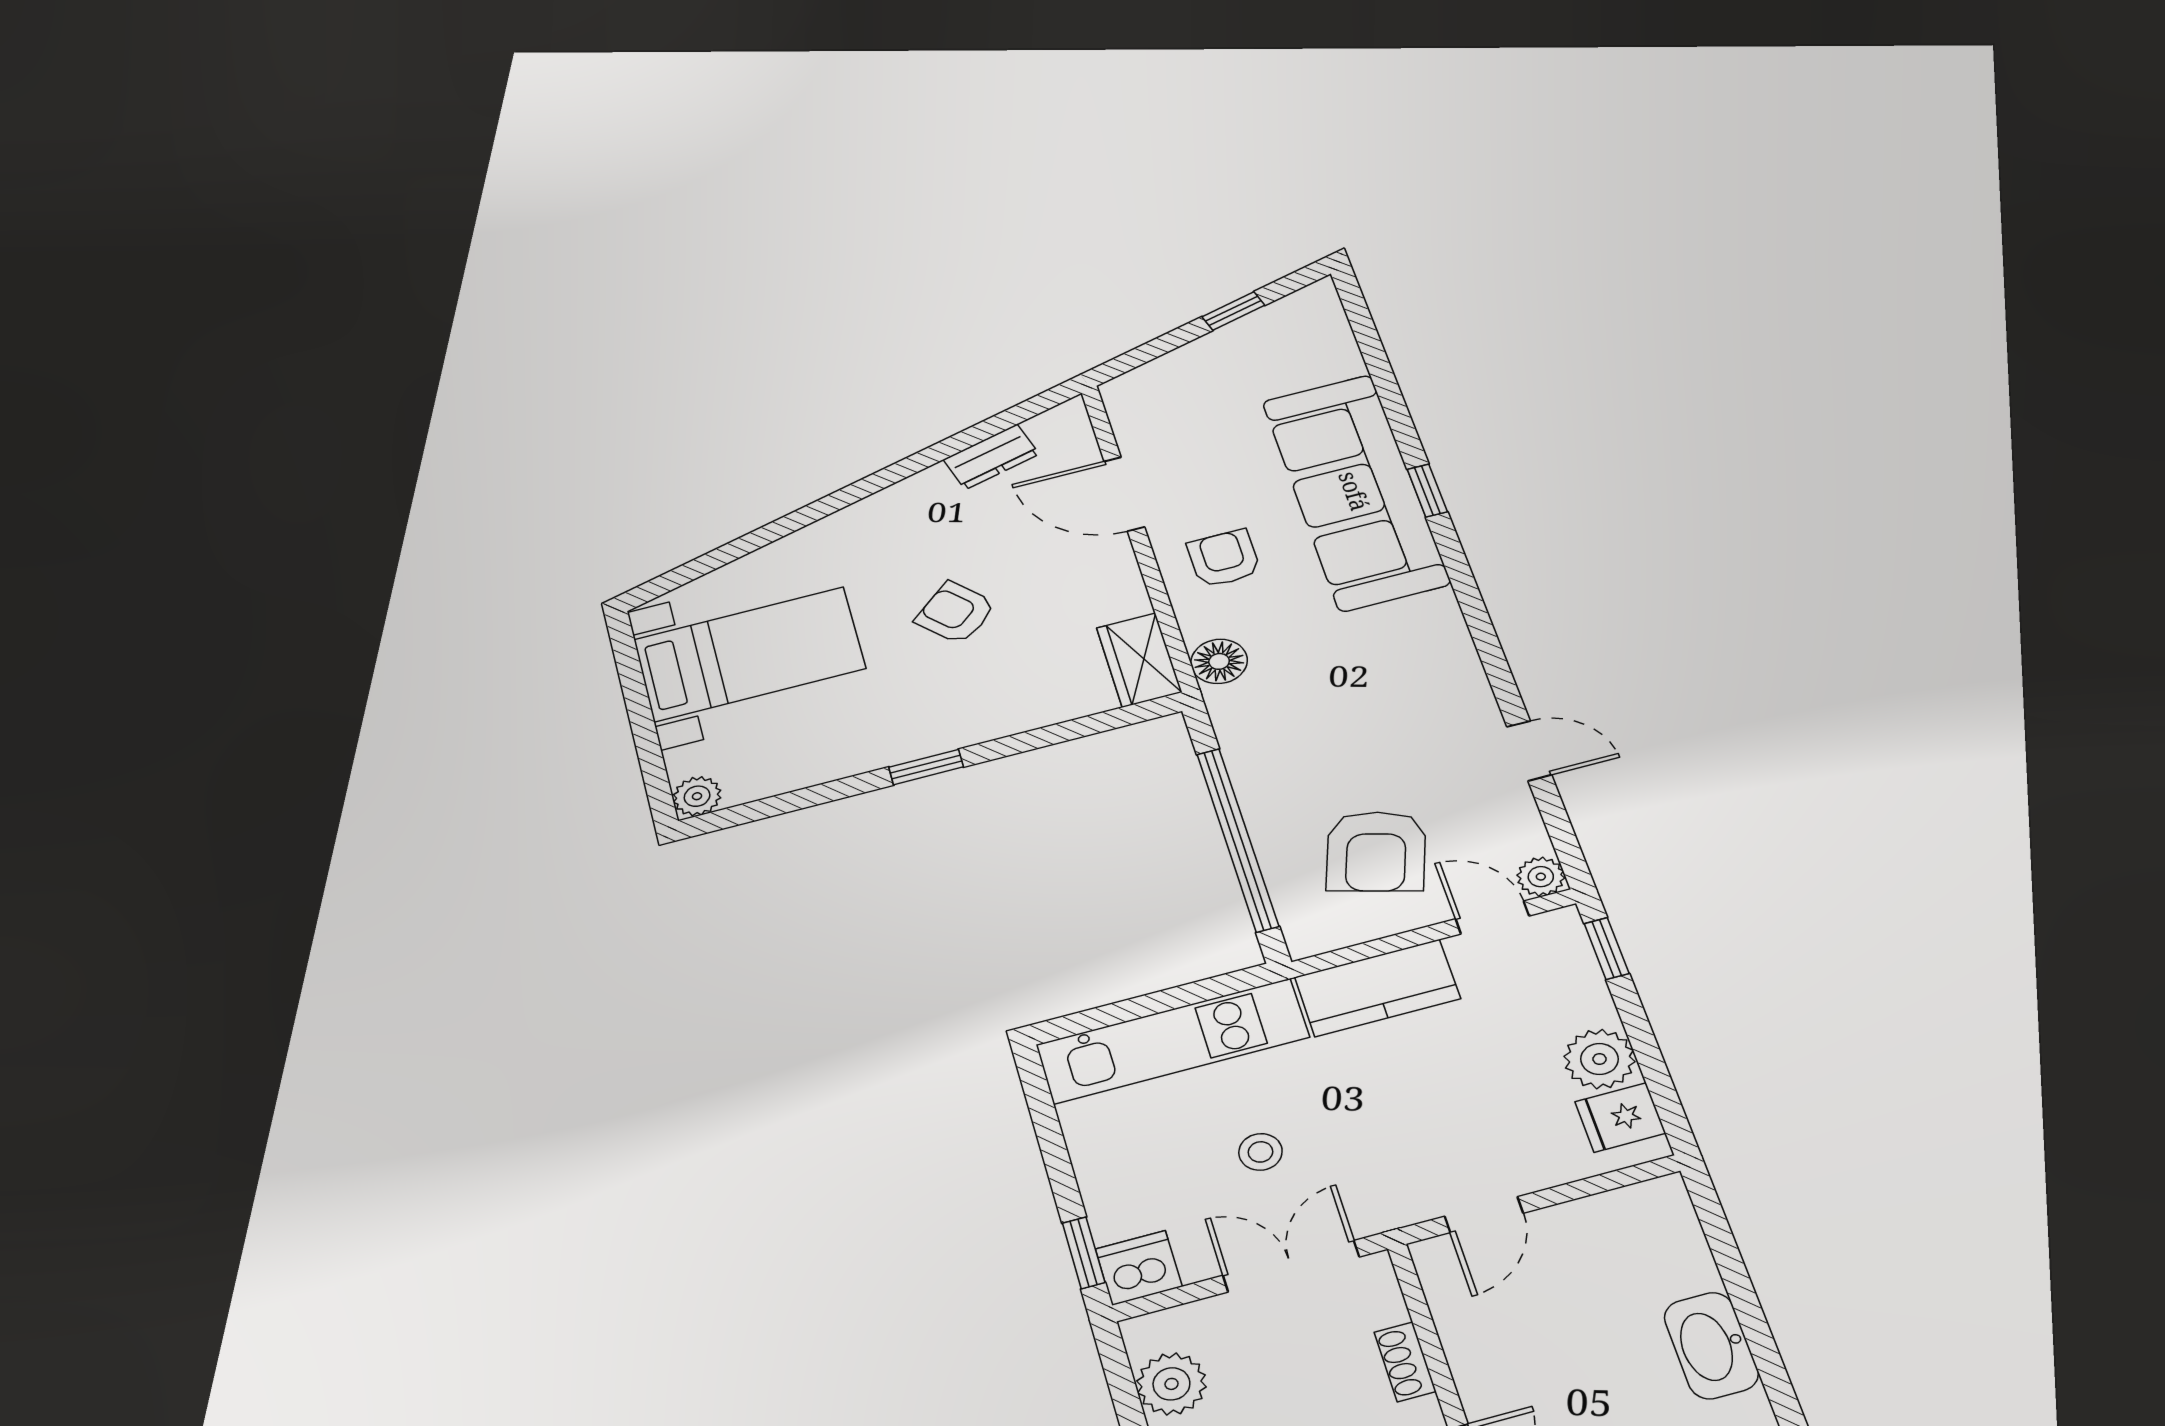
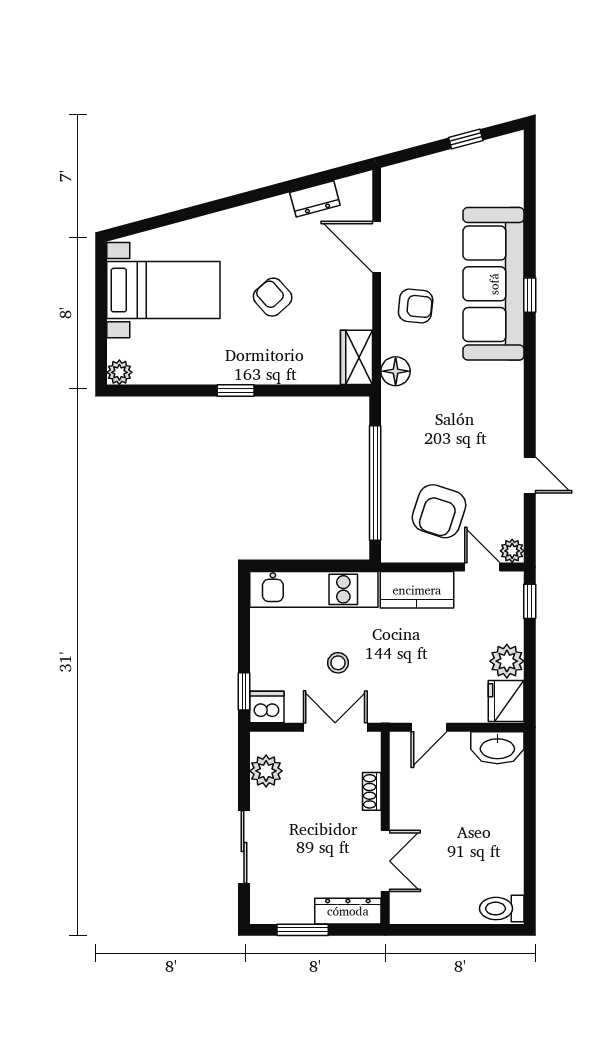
armchair: (1224, 558) -> (416, 306), turned 96
fridge: (1620, 1117) -> (506, 701), width x1.38
washbasin: (1711, 1345) -> (497, 748), moved, turned -90

